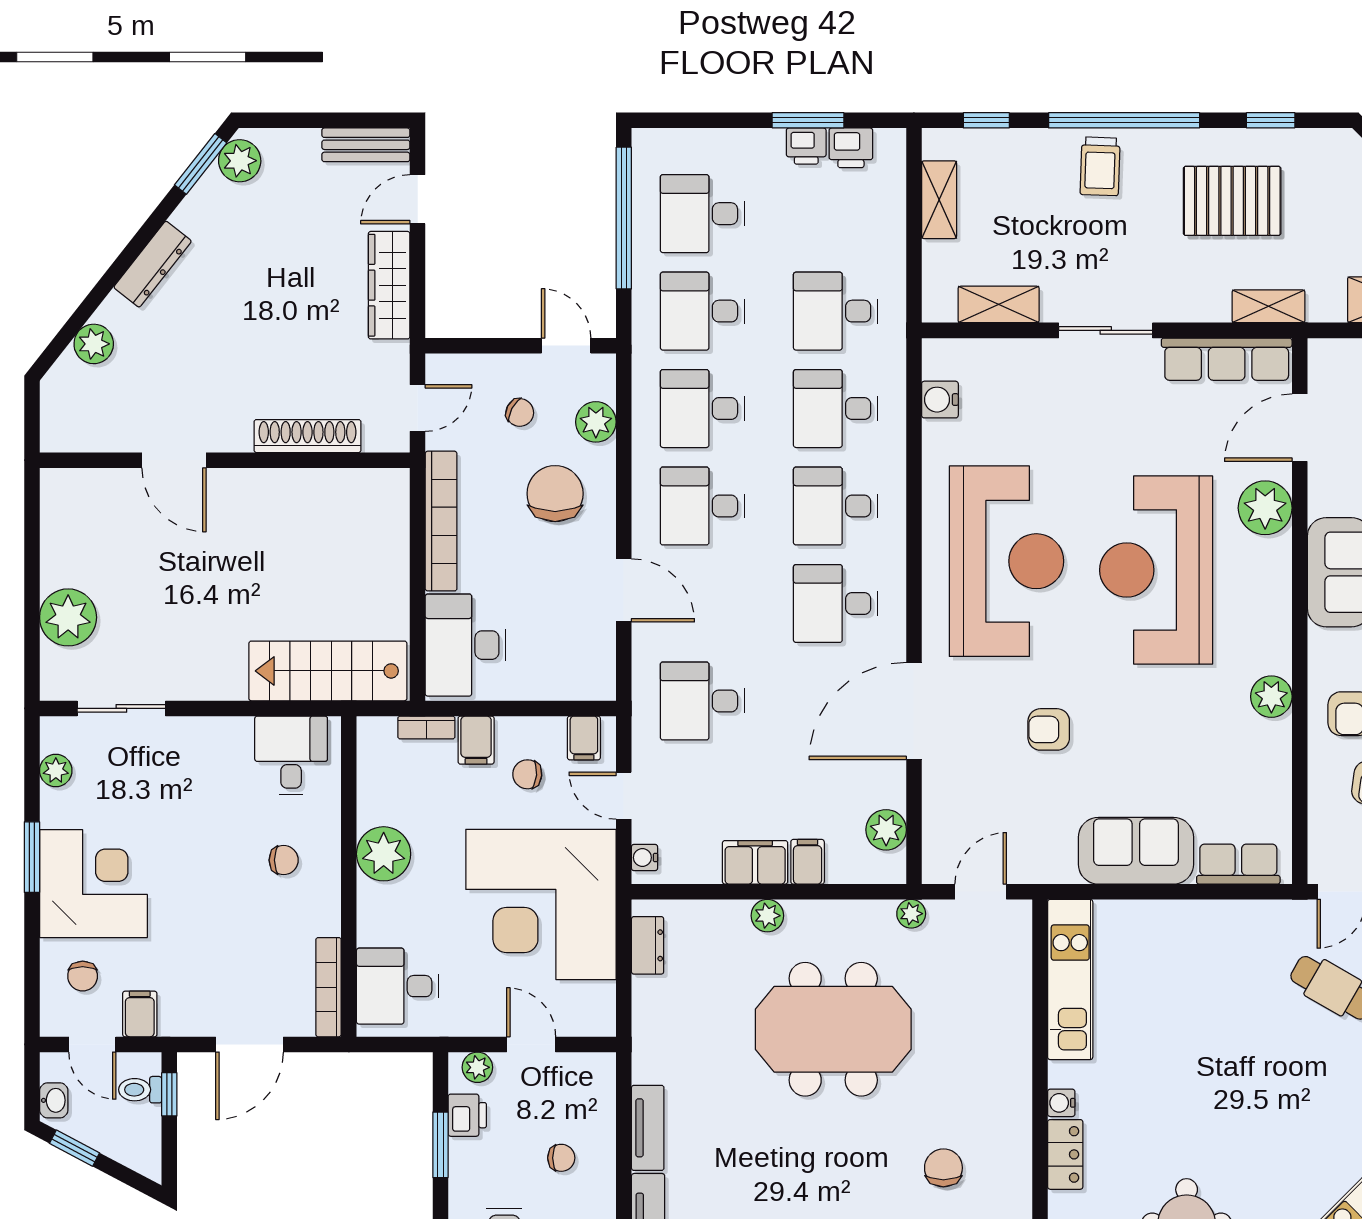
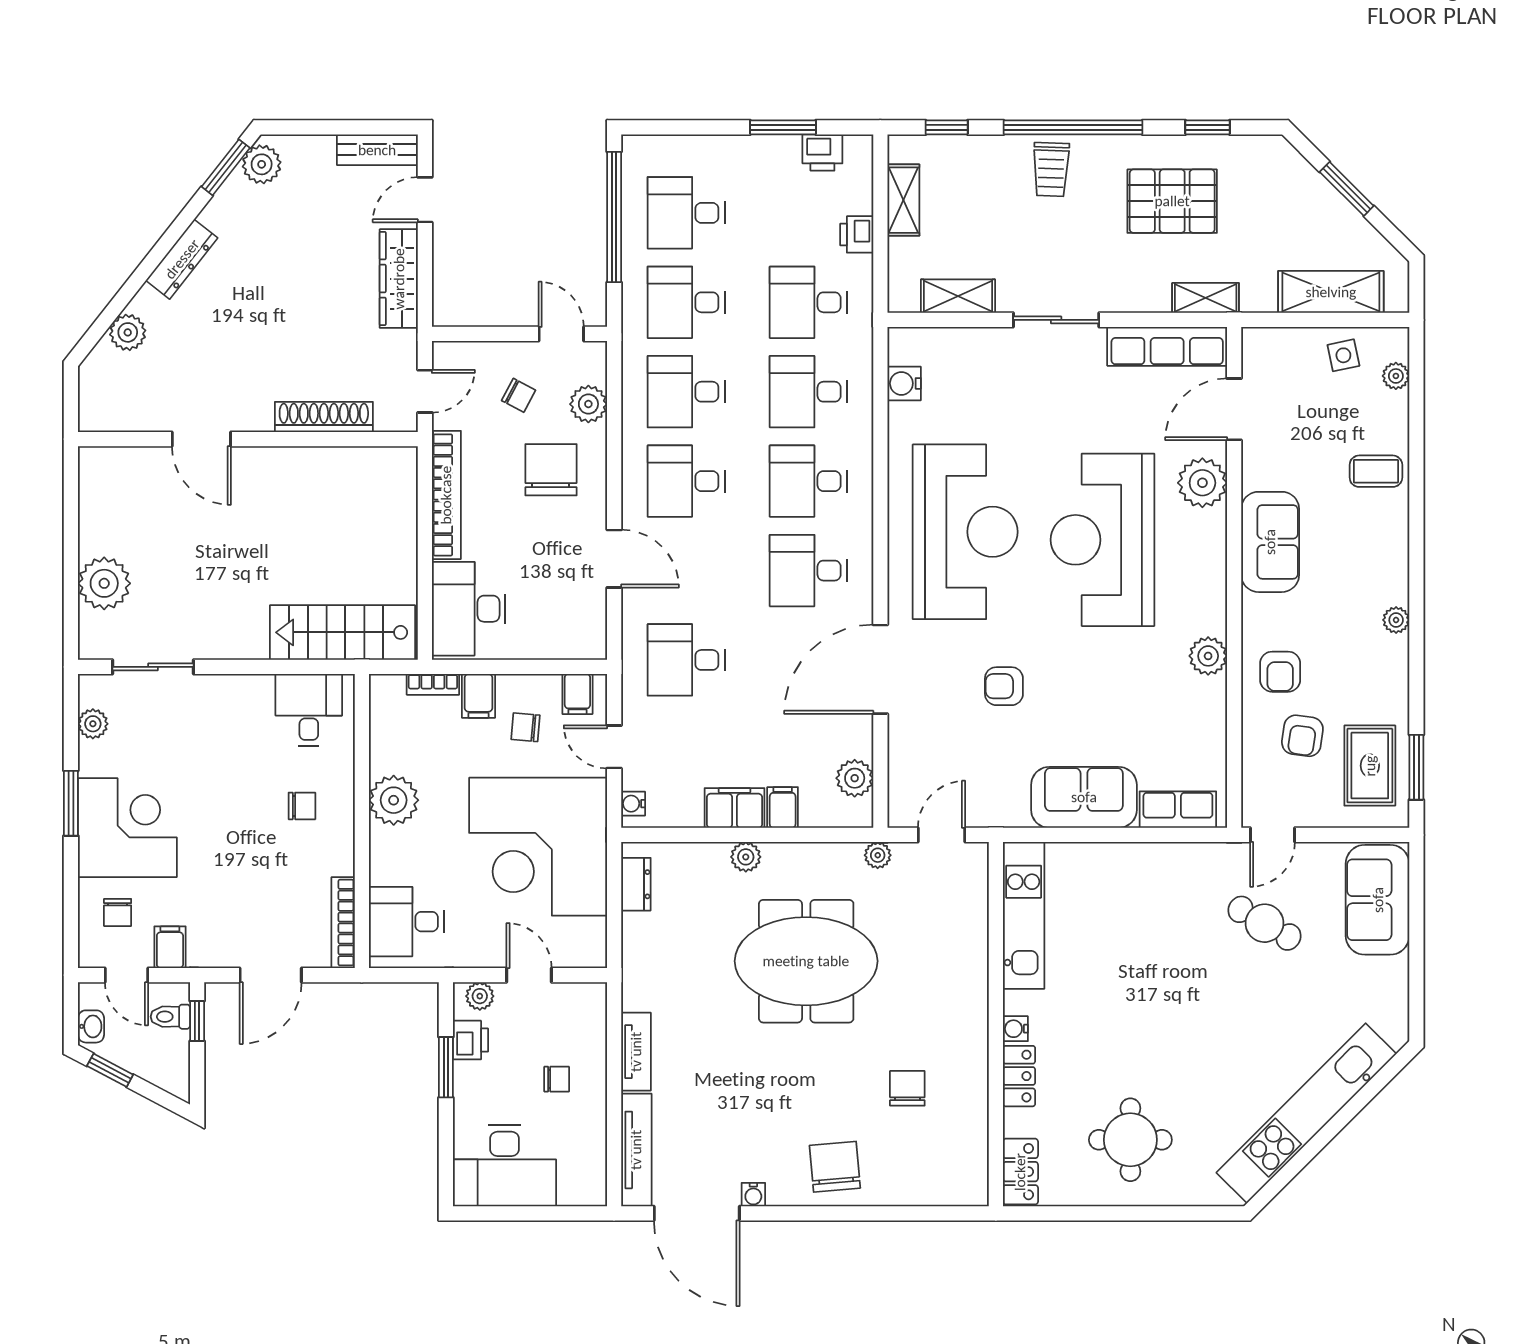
printer: (806, 146) -> (857, 234), moved, turned 90

